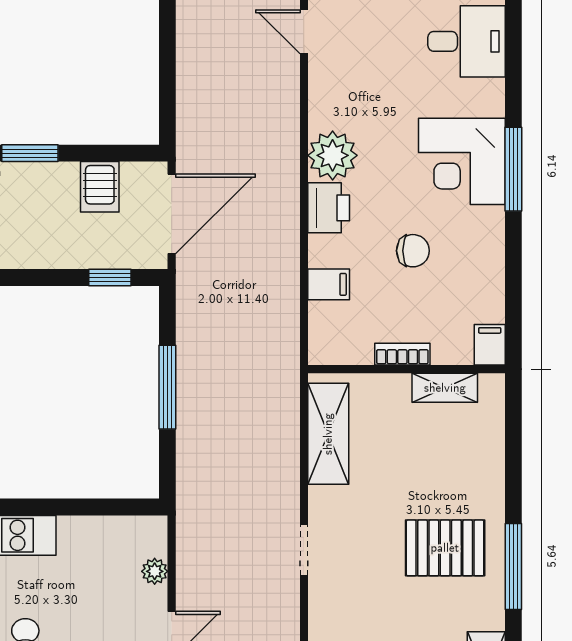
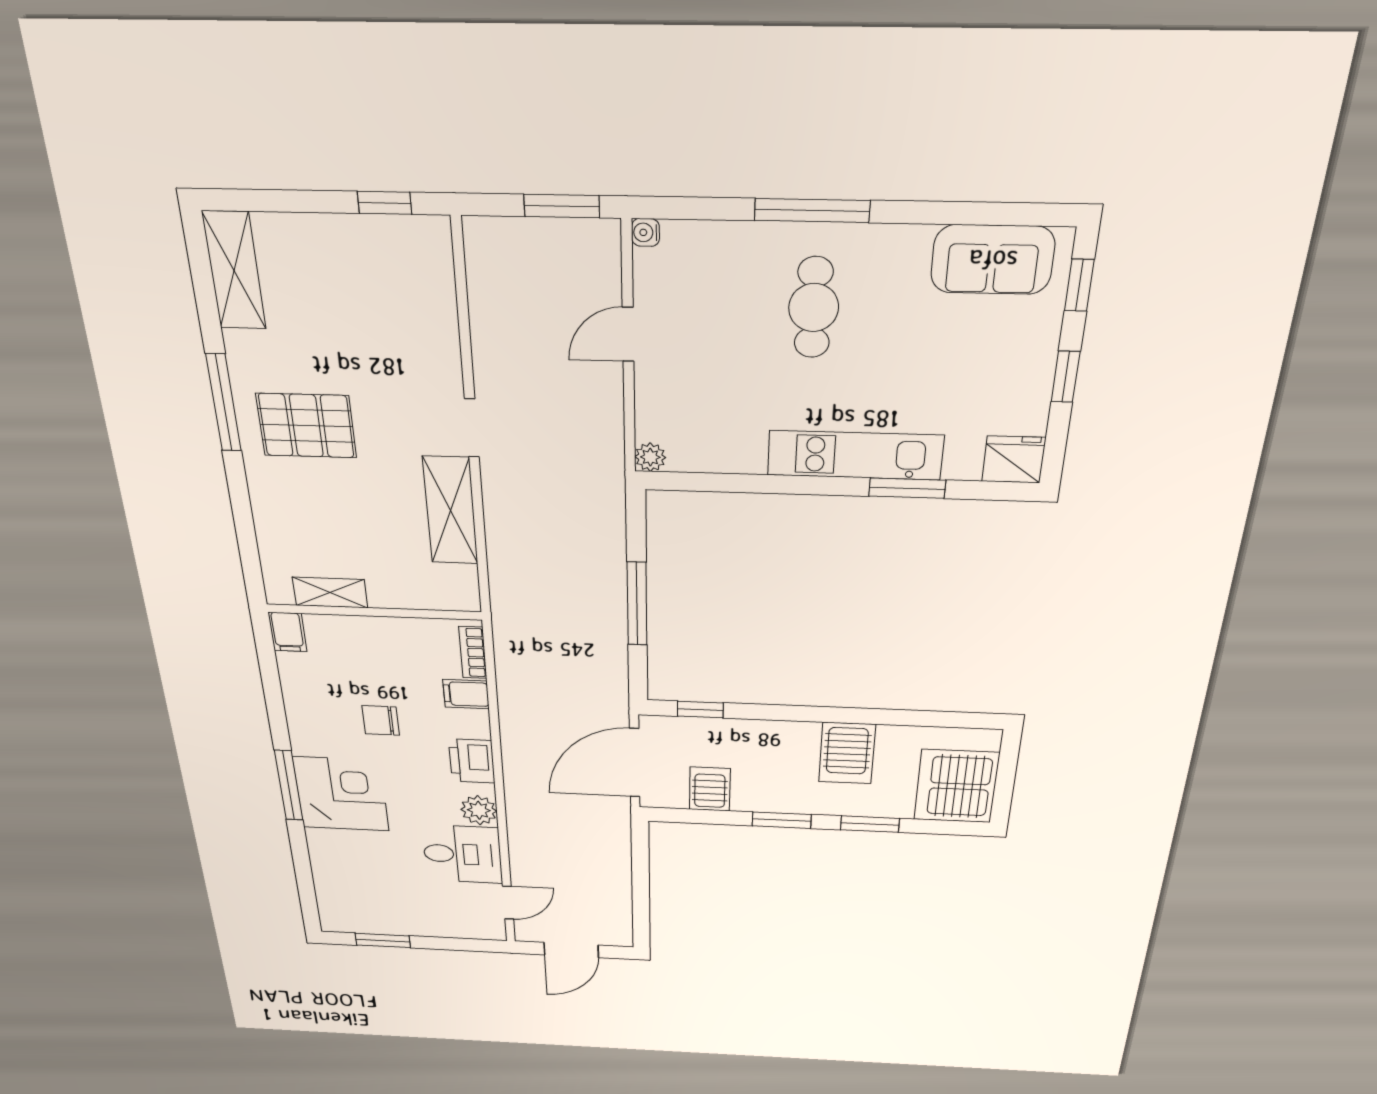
door: (304, 32) -> (508, 903), hinge flipped
desk: (467, 41) -> (462, 854), moved, turned 180
plant: (333, 155) -> (479, 810), width x0.73, depth x0.73
bookcase: (402, 354) -> (473, 653), moved, turned 90
shelving: (328, 434) -> (450, 511), moved
plant: (155, 571) -> (650, 457), moved

